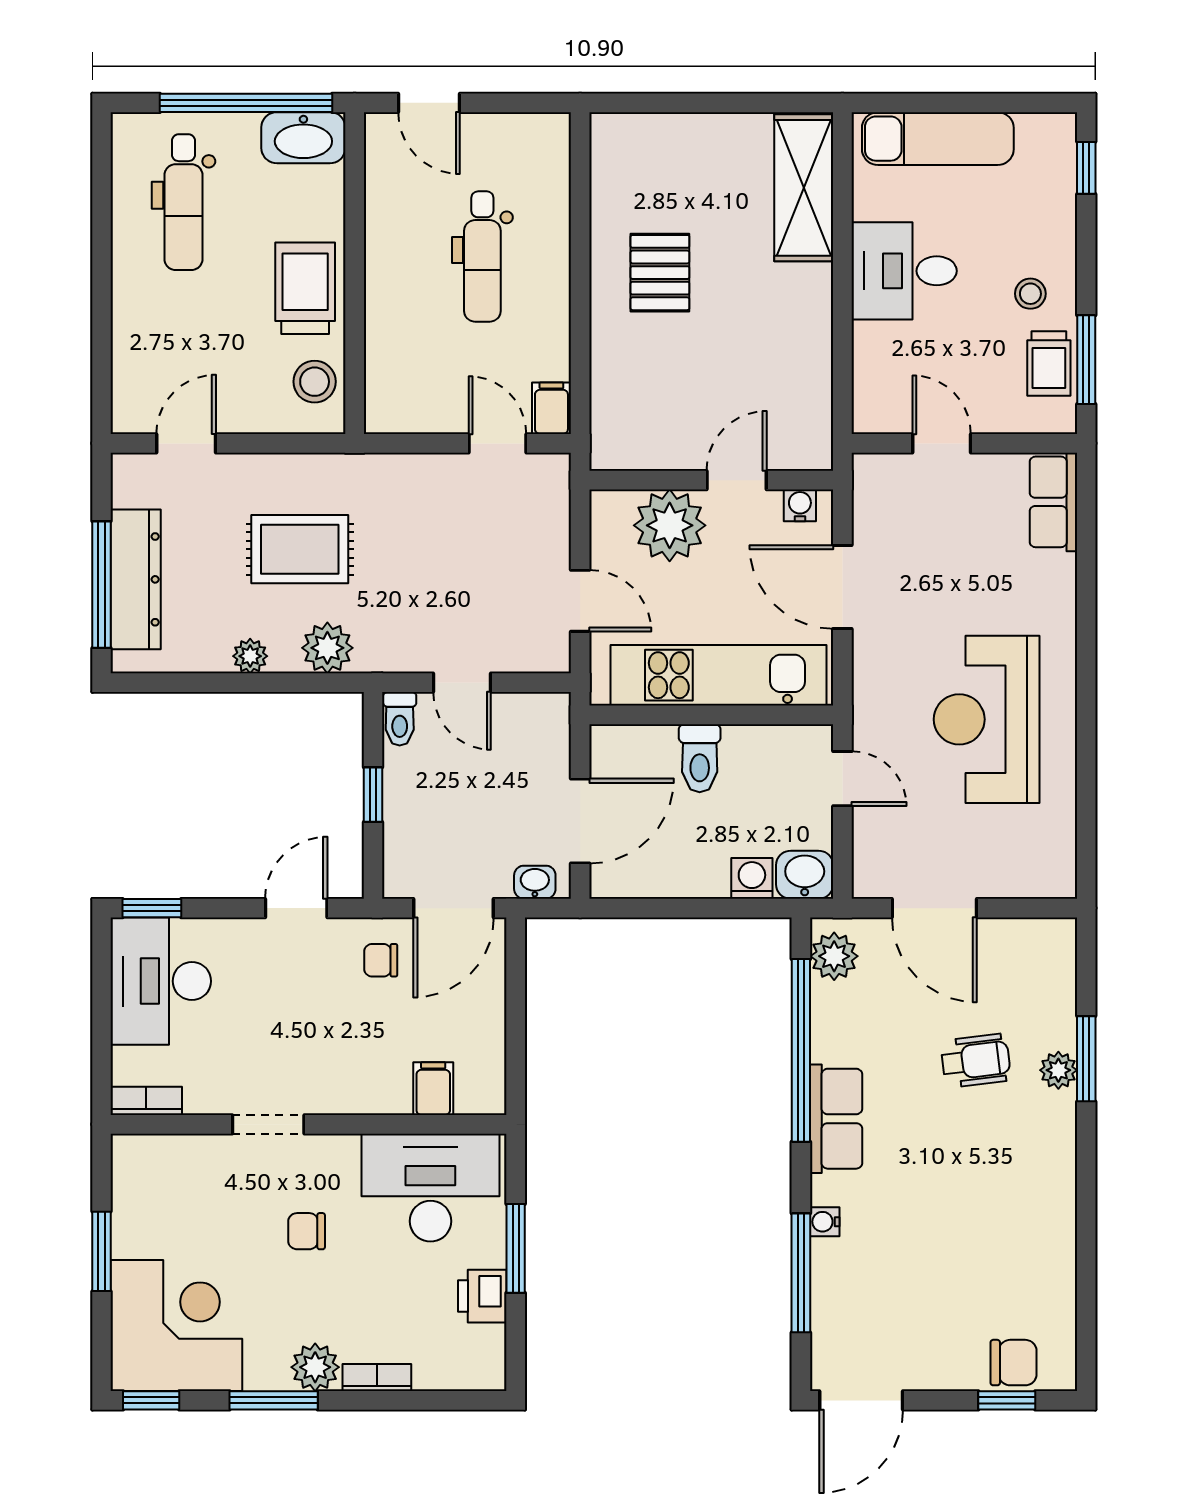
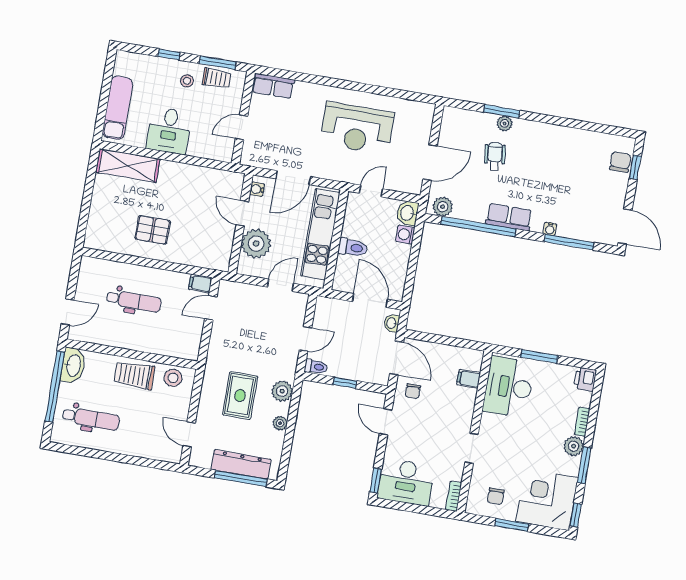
window: (1086, 168) -> (169, 54), moved
chair: (307, 1231) -> (496, 496), moved
printer: (482, 1296) -> (585, 379), moved, turned 90

